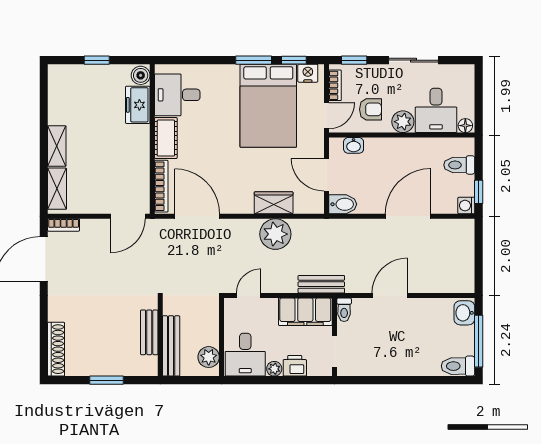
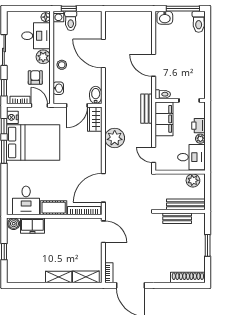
stool: (390, 151) -> (62, 65), added
window: (479, 192) -> (69, 9), moved
wardrobe: (274, 203) -> (95, 119), moved
washing machine: (466, 206) -> (58, 16), moved

